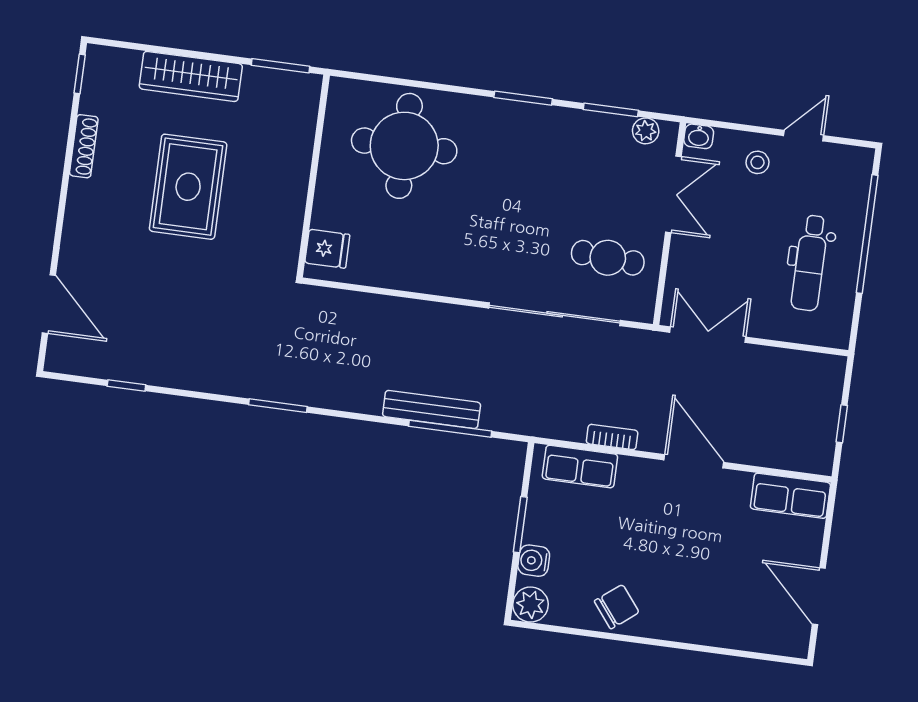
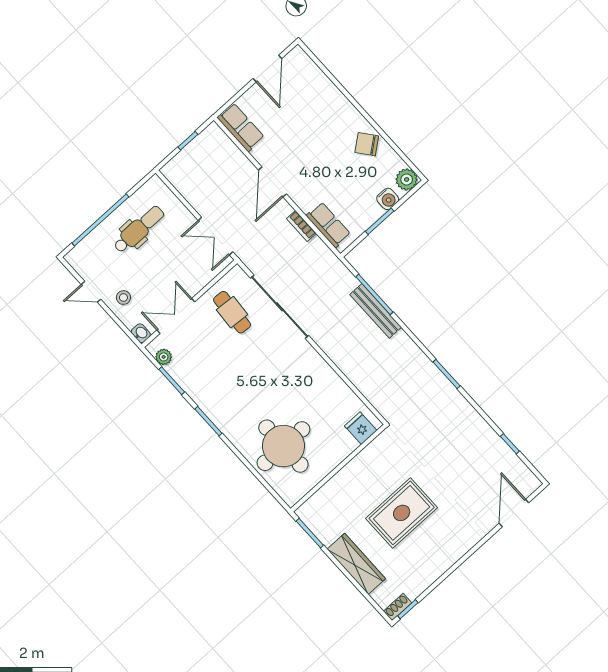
shoe rack: (84, 146) -> (398, 607), moved, width x0.70

